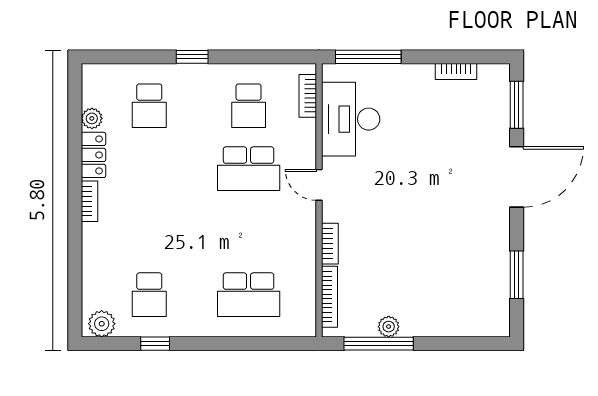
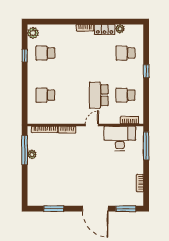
school desk: (249, 295) -> (45, 95), width x0.54

